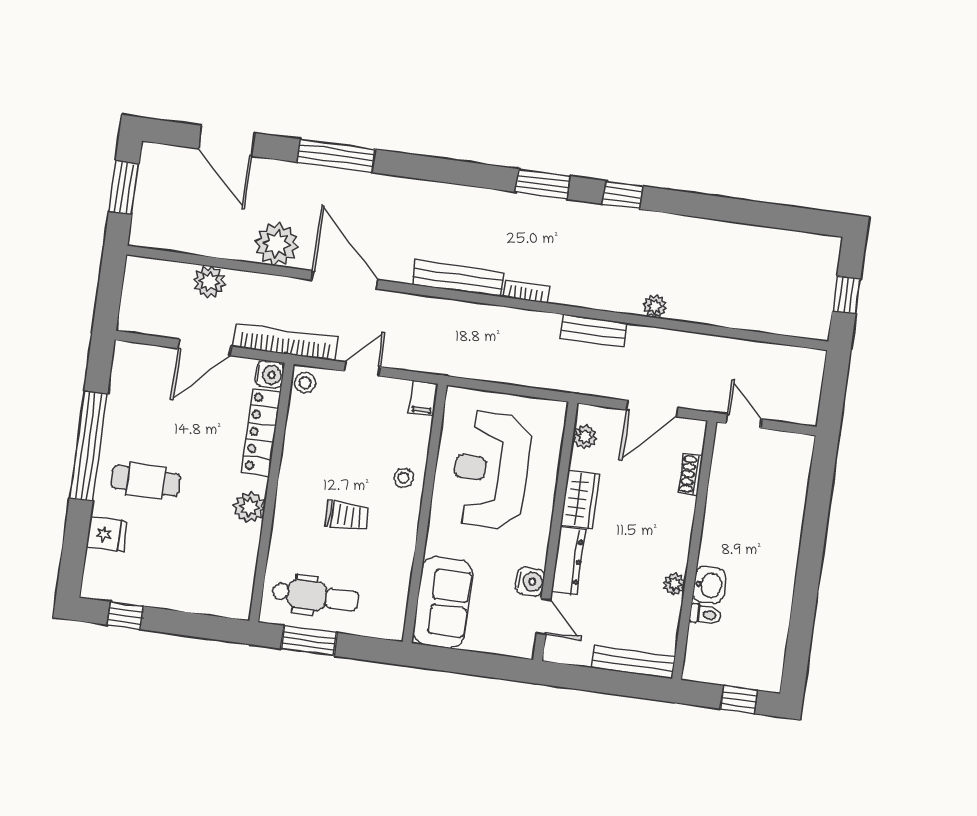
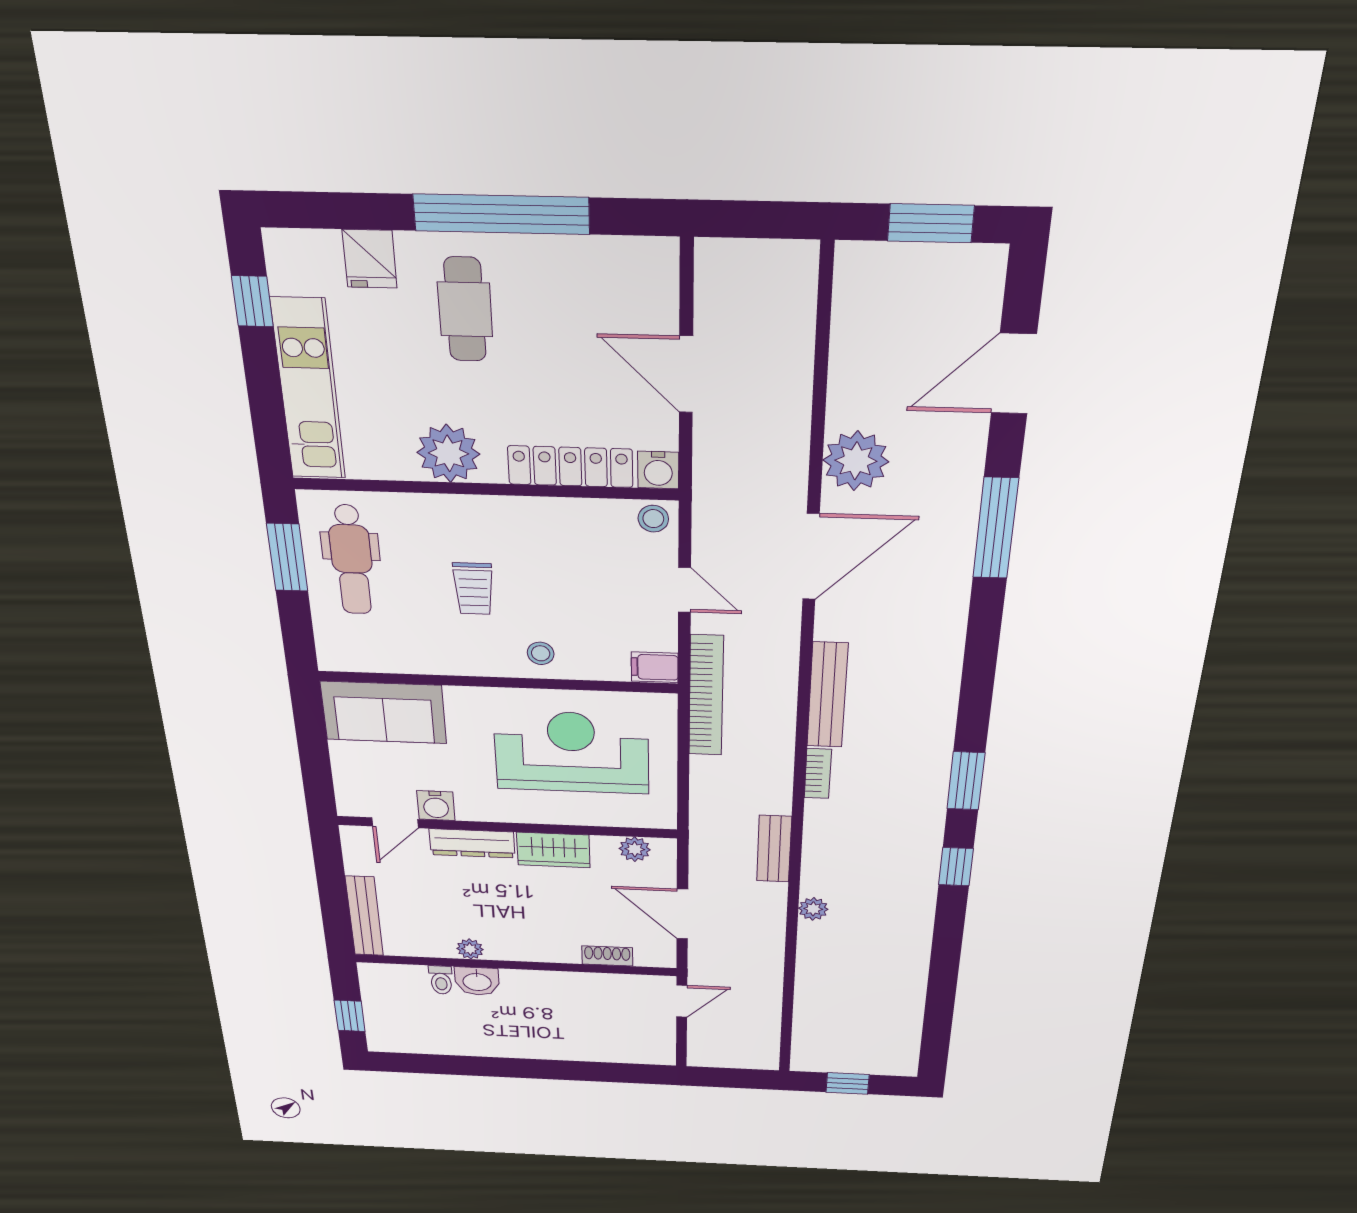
plant: (209, 282) -> (789, 371), removed
bookcase: (285, 342) -> (706, 696), moved
plant: (249, 507) -> (448, 453), width x1.36, depth x1.36
kitchen unit: (188, 595) -> (308, 390), added

